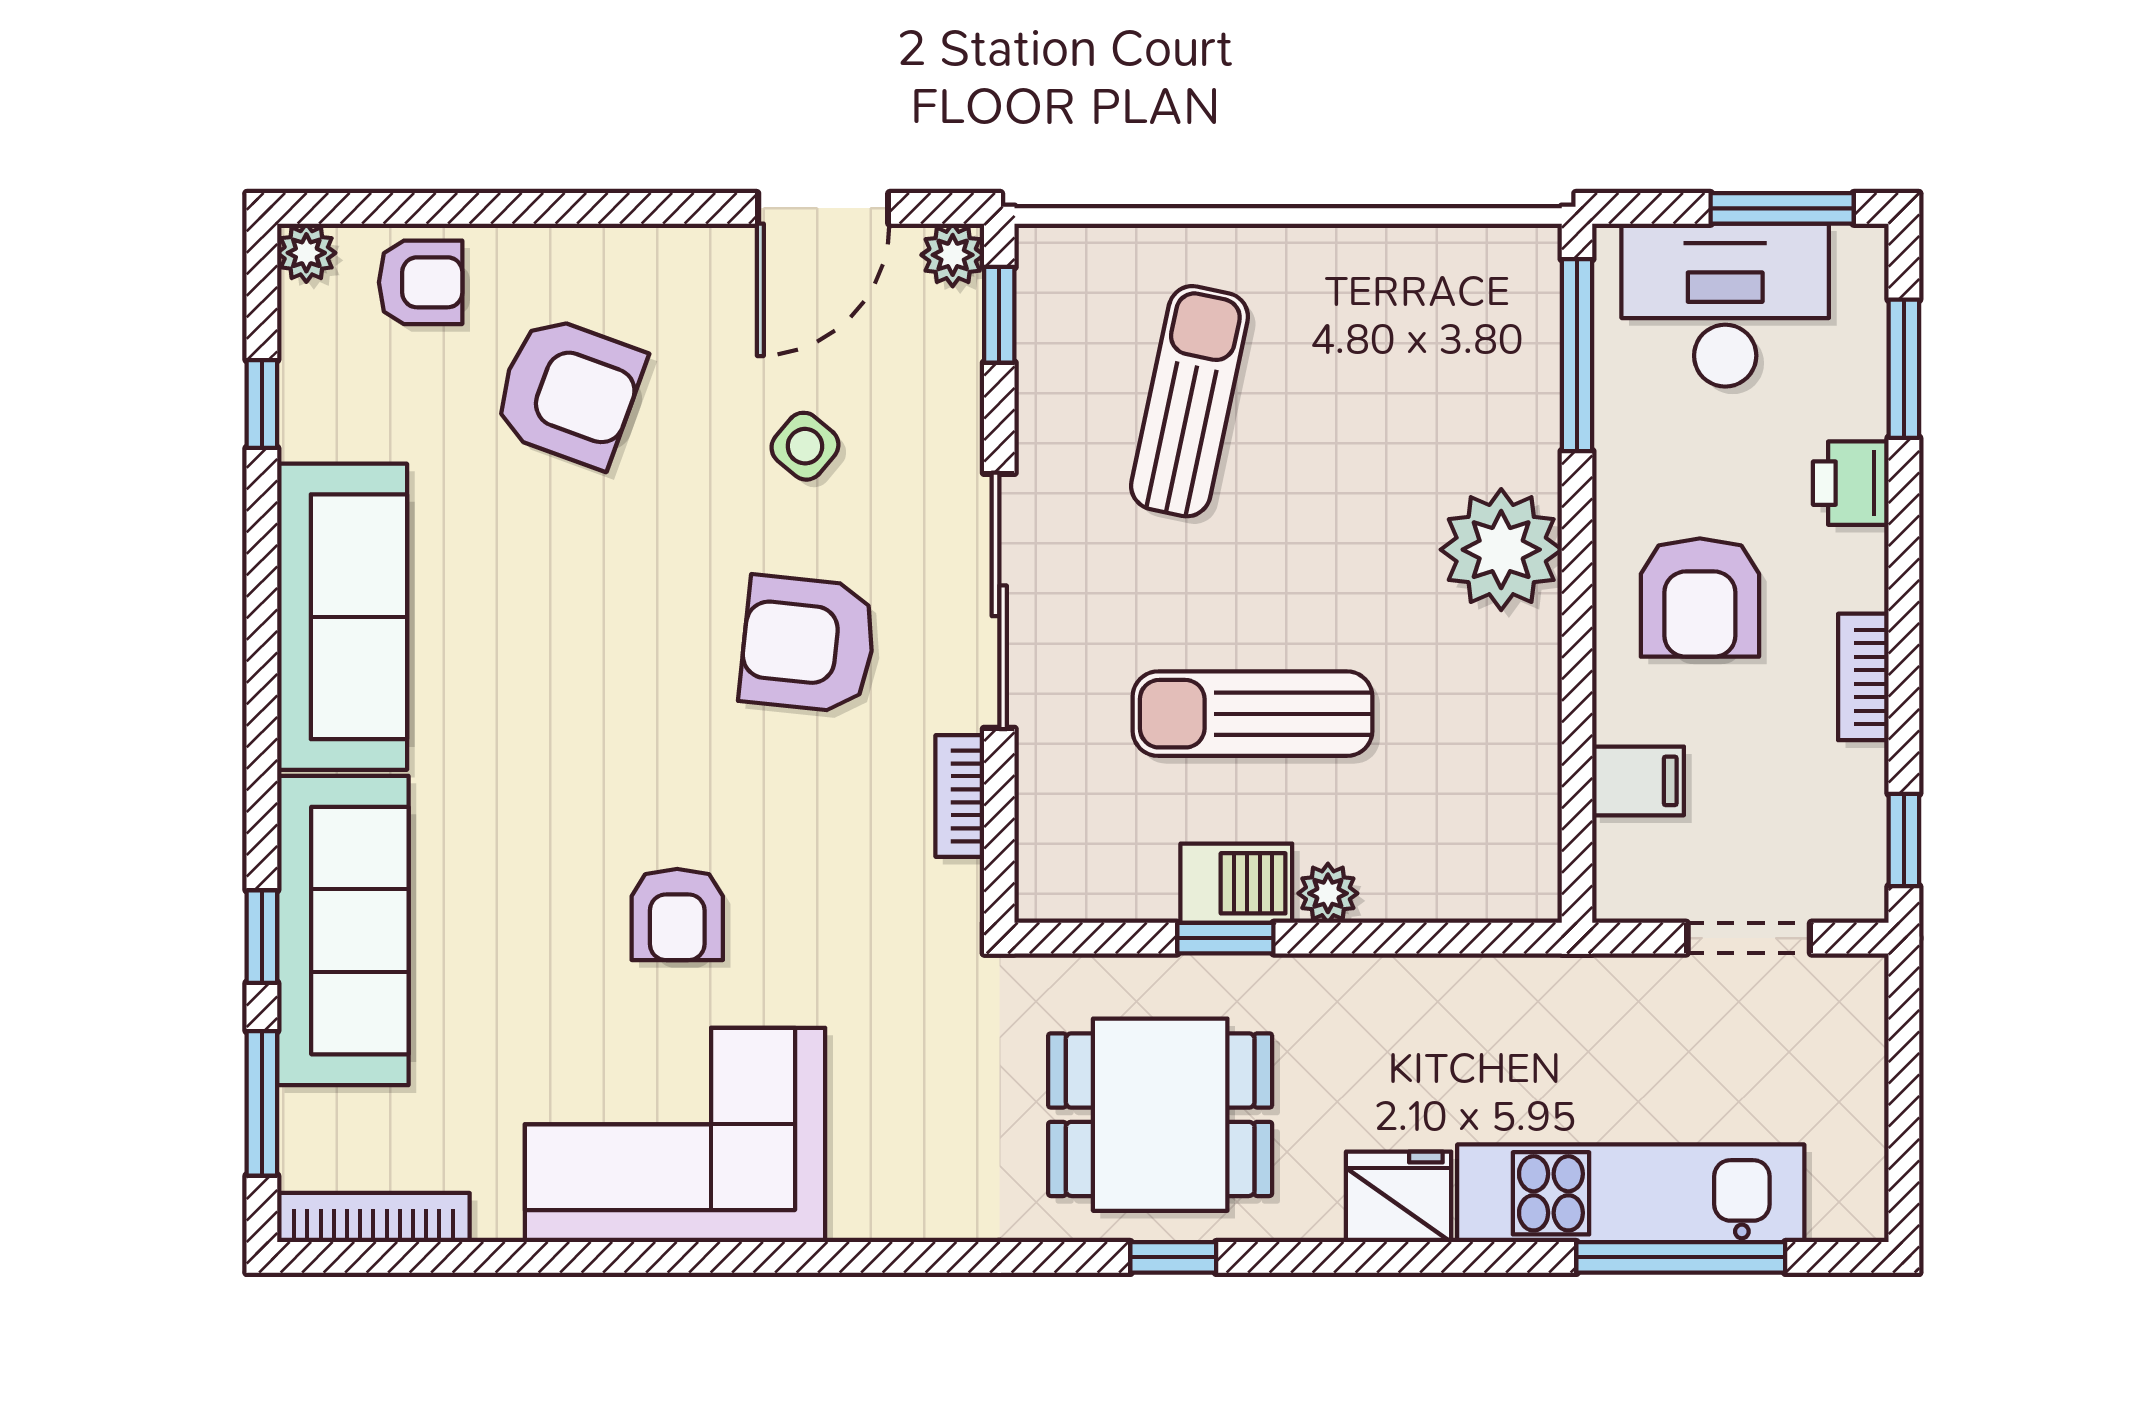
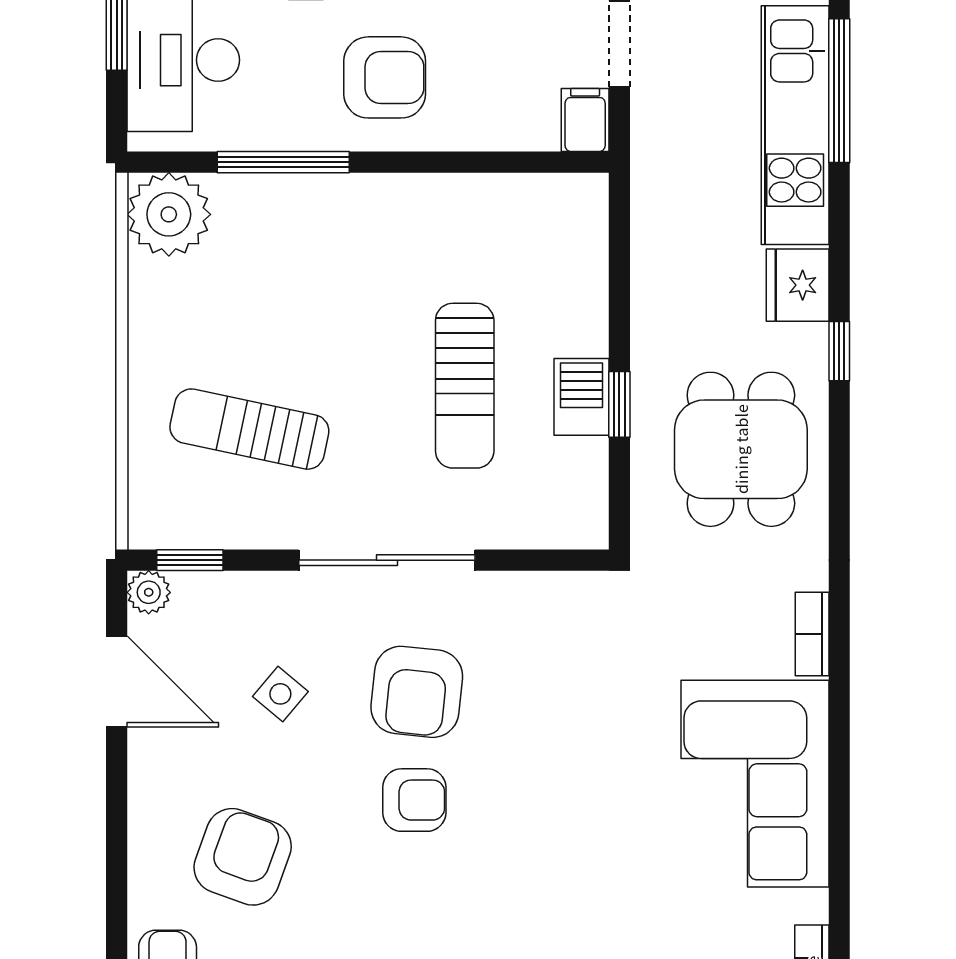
window: (1577, 355) -> (283, 162), moved
plant: (1501, 550) -> (169, 214), moved
filing cabinet: (1638, 781) -> (585, 120), moved
bookcase: (960, 796) -> (812, 634), moved, turned 90
plant: (1328, 893) -> (588, 334), removed
armchair: (677, 914) -> (414, 800), moved
window: (1173, 1257) -> (839, 351), moved

